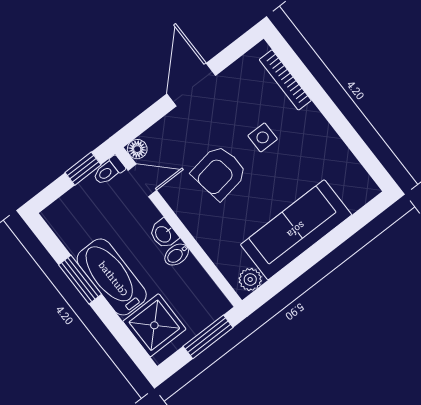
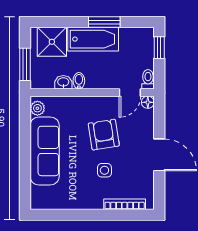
window: (83, 169) -> (159, 48), moved
washbasin: (164, 234) -> (63, 82), moved

